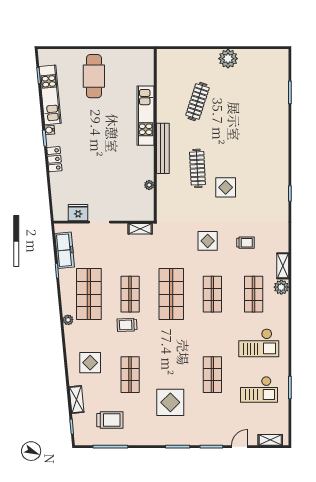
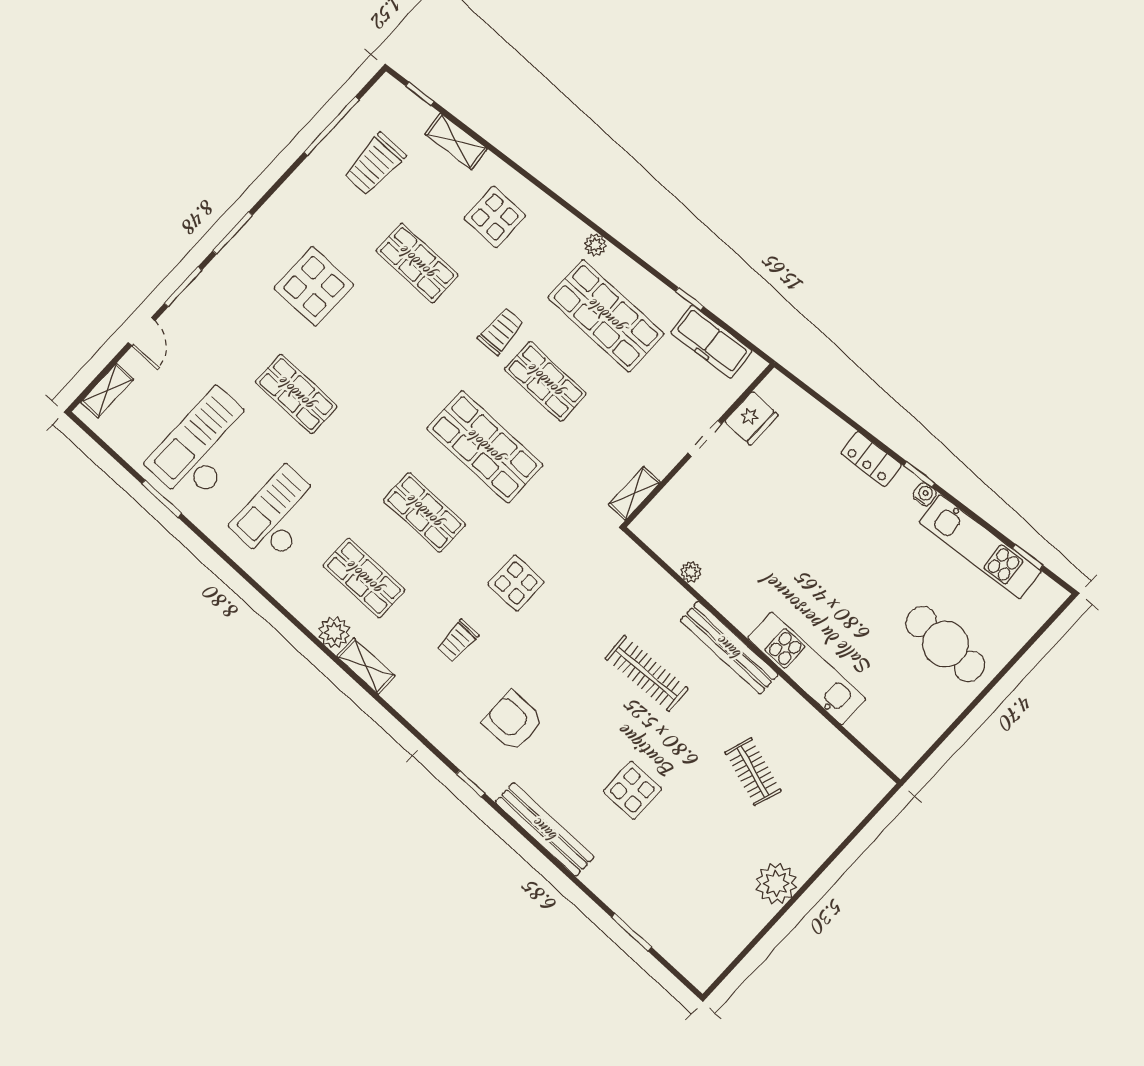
clothes rail: (197, 101) -> (753, 772), width x0.73
bench: (282, 154) -> (545, 830), added
display table: (226, 187) -> (632, 790), moved
armchair: (256, 199) -> (513, 721), added
checkout: (259, 389) -> (204, 447), width x1.36, depth x1.21

